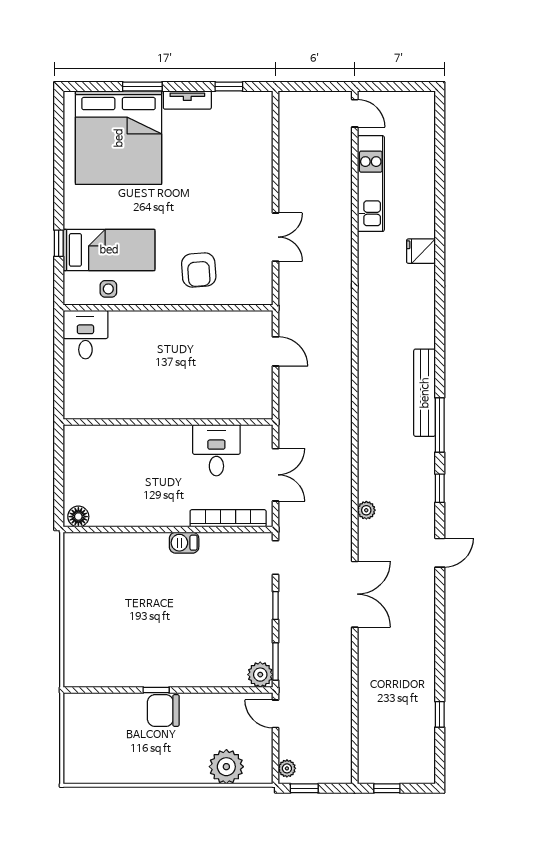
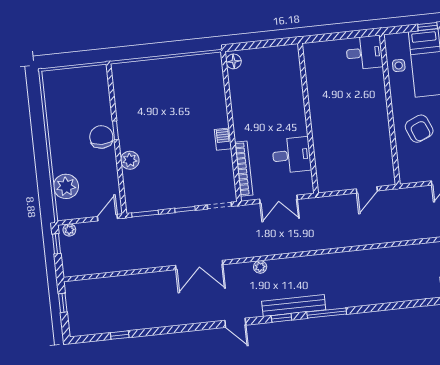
armchair: (199, 270) -> (419, 129), turned -109
bench: (425, 393) -> (294, 305), moved
plant: (260, 675) -> (130, 160), moved

